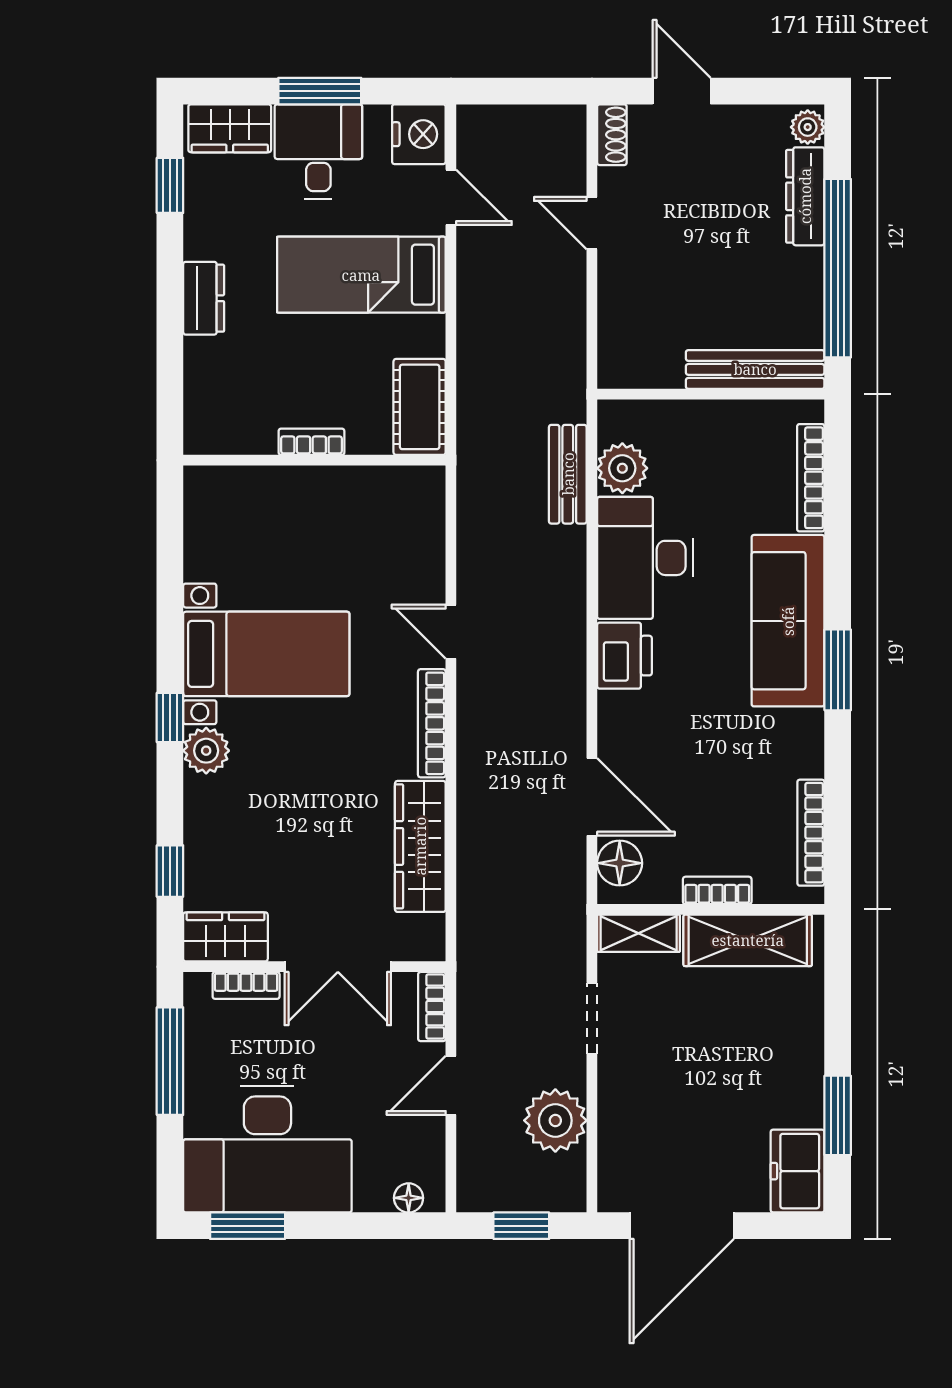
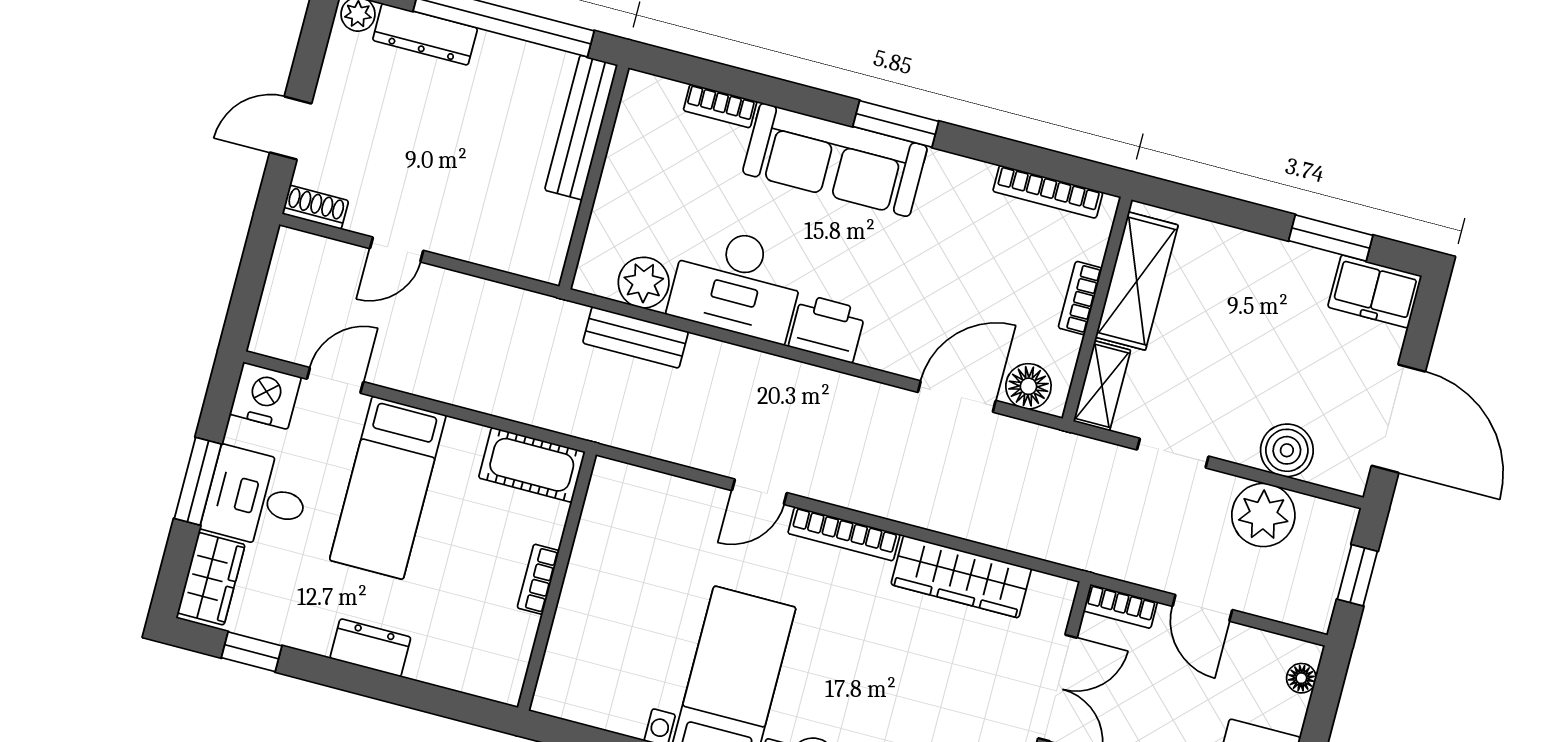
bookcase: (811, 478) -> (720, 106), width x0.64
boiler: (623, 1127) -> (1287, 450), added

